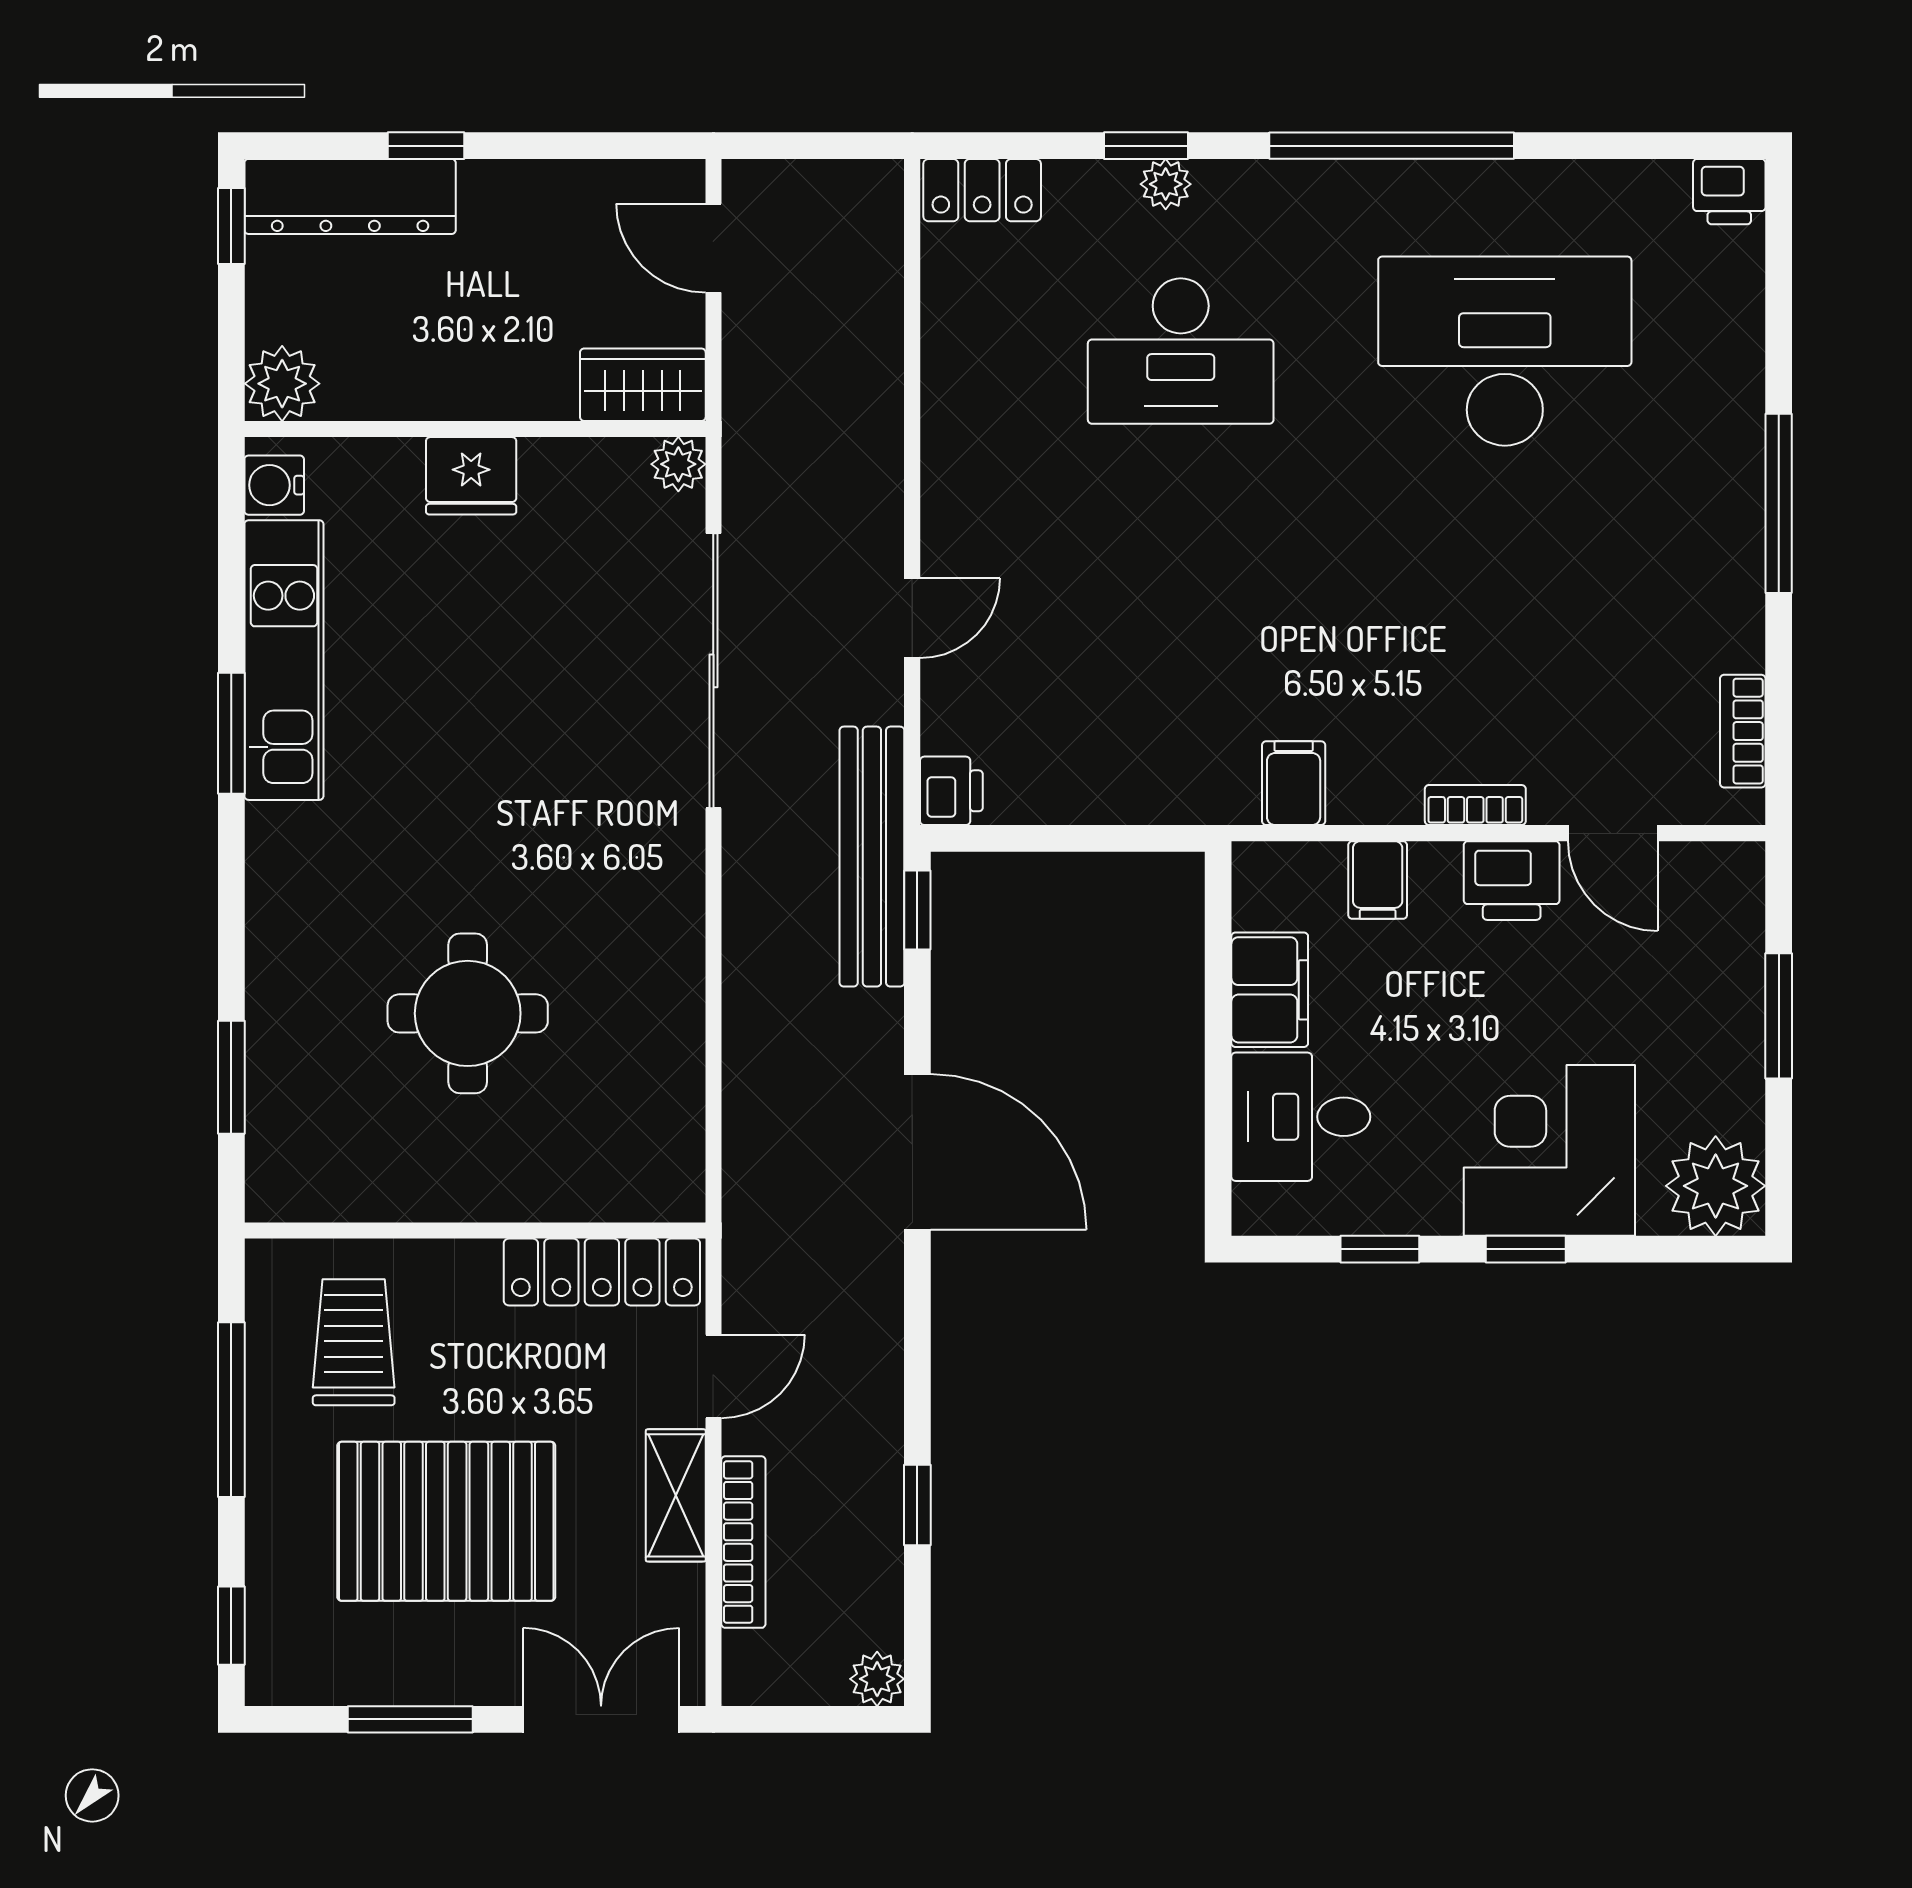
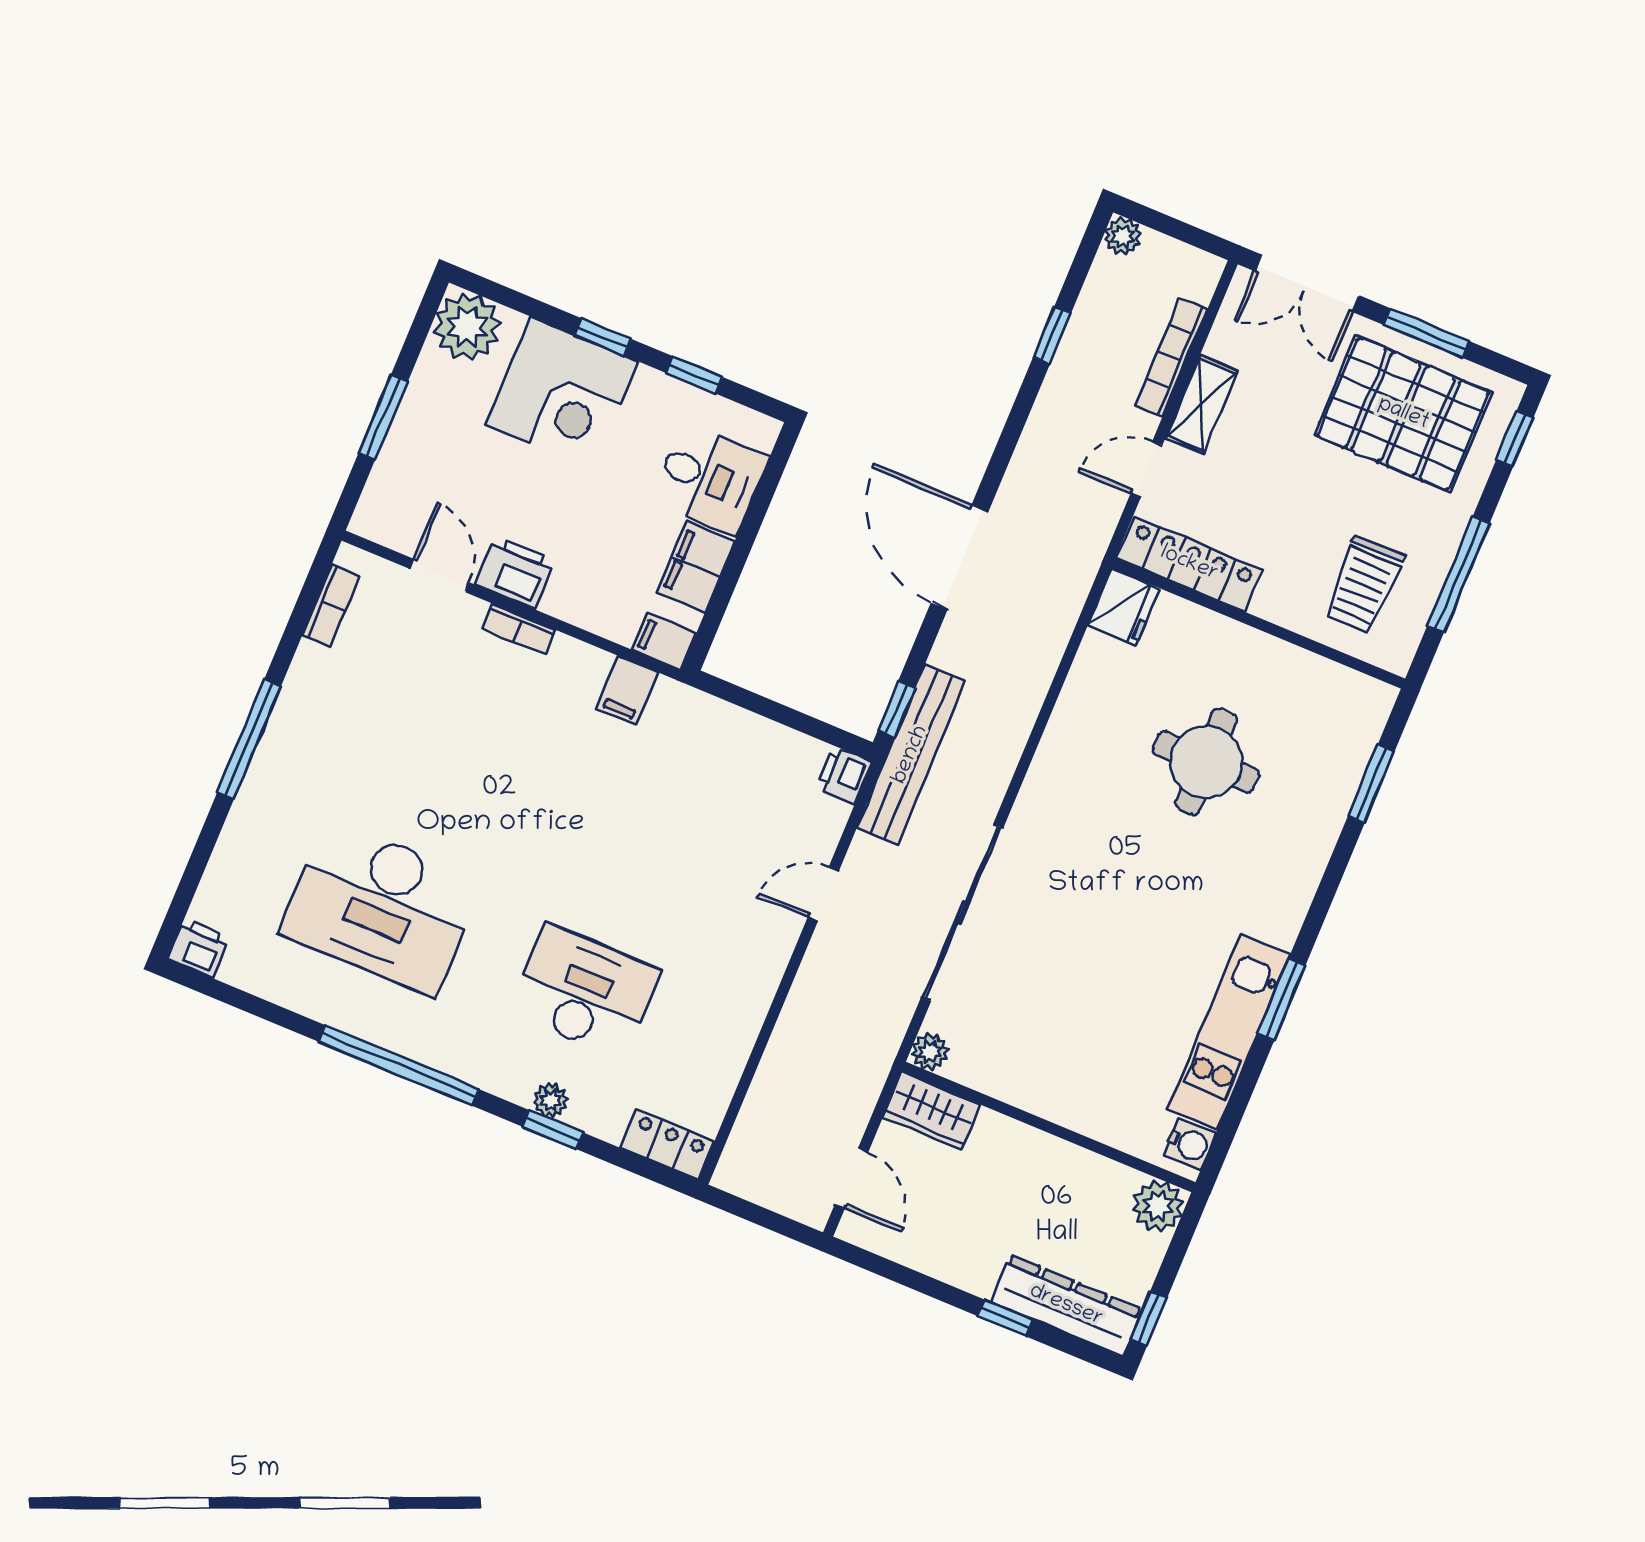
fridge: (471, 476) -> (1124, 607), moved, turned 90
filing cabinet: (1378, 880) -> (664, 642), moved, turned -90
pallet: (446, 1521) -> (1403, 414), moved

